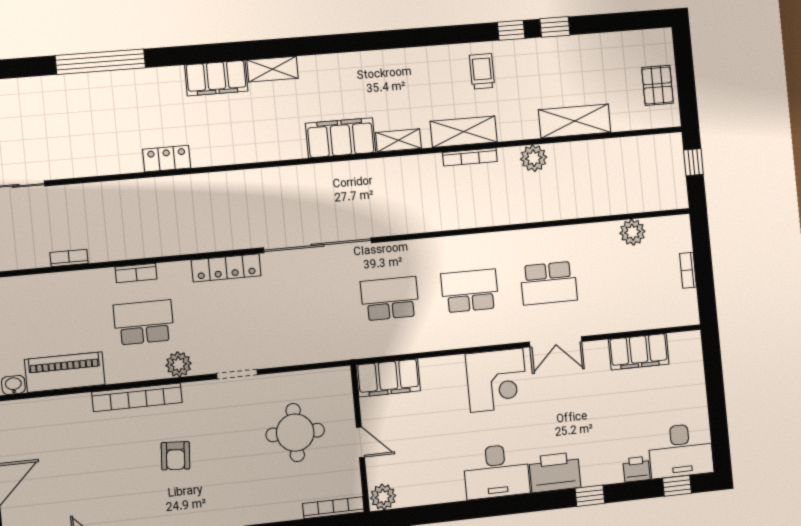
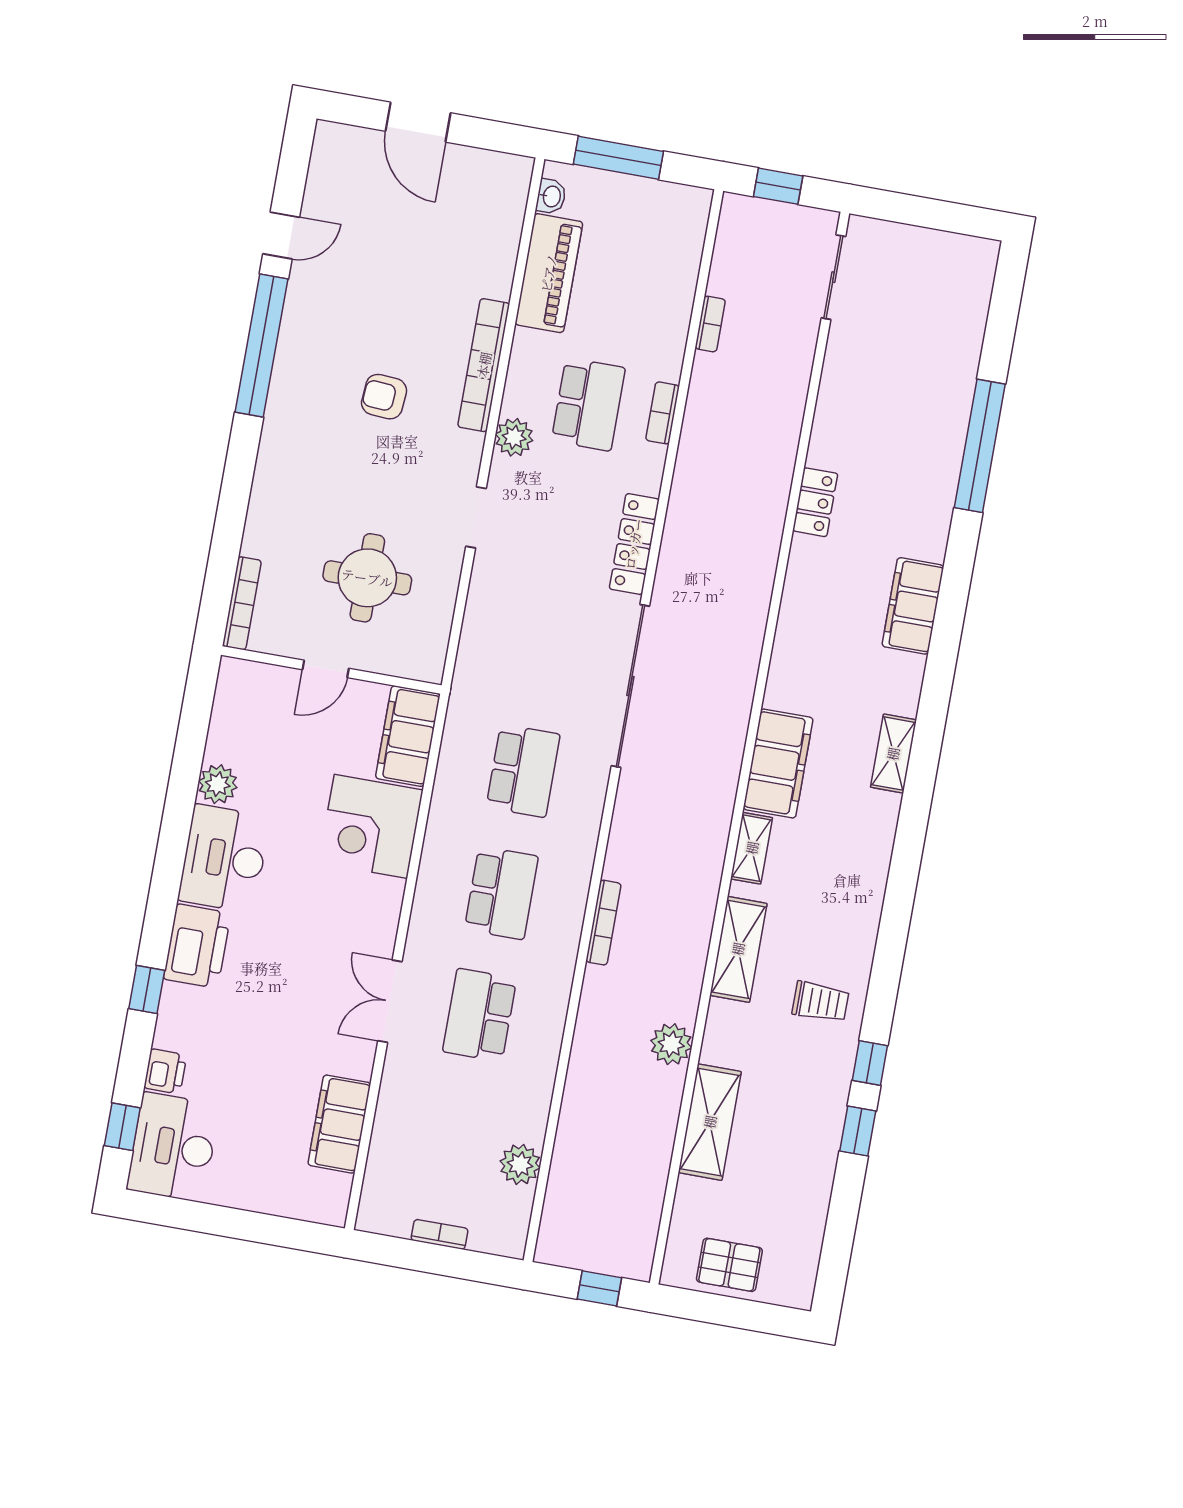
shelving: (273, 69) -> (893, 754), moved
bookcase: (470, 157) -> (603, 923), moved, turned 180
corner desk: (497, 380) -> (371, 826), moved
plant: (383, 497) -> (218, 784), moved

